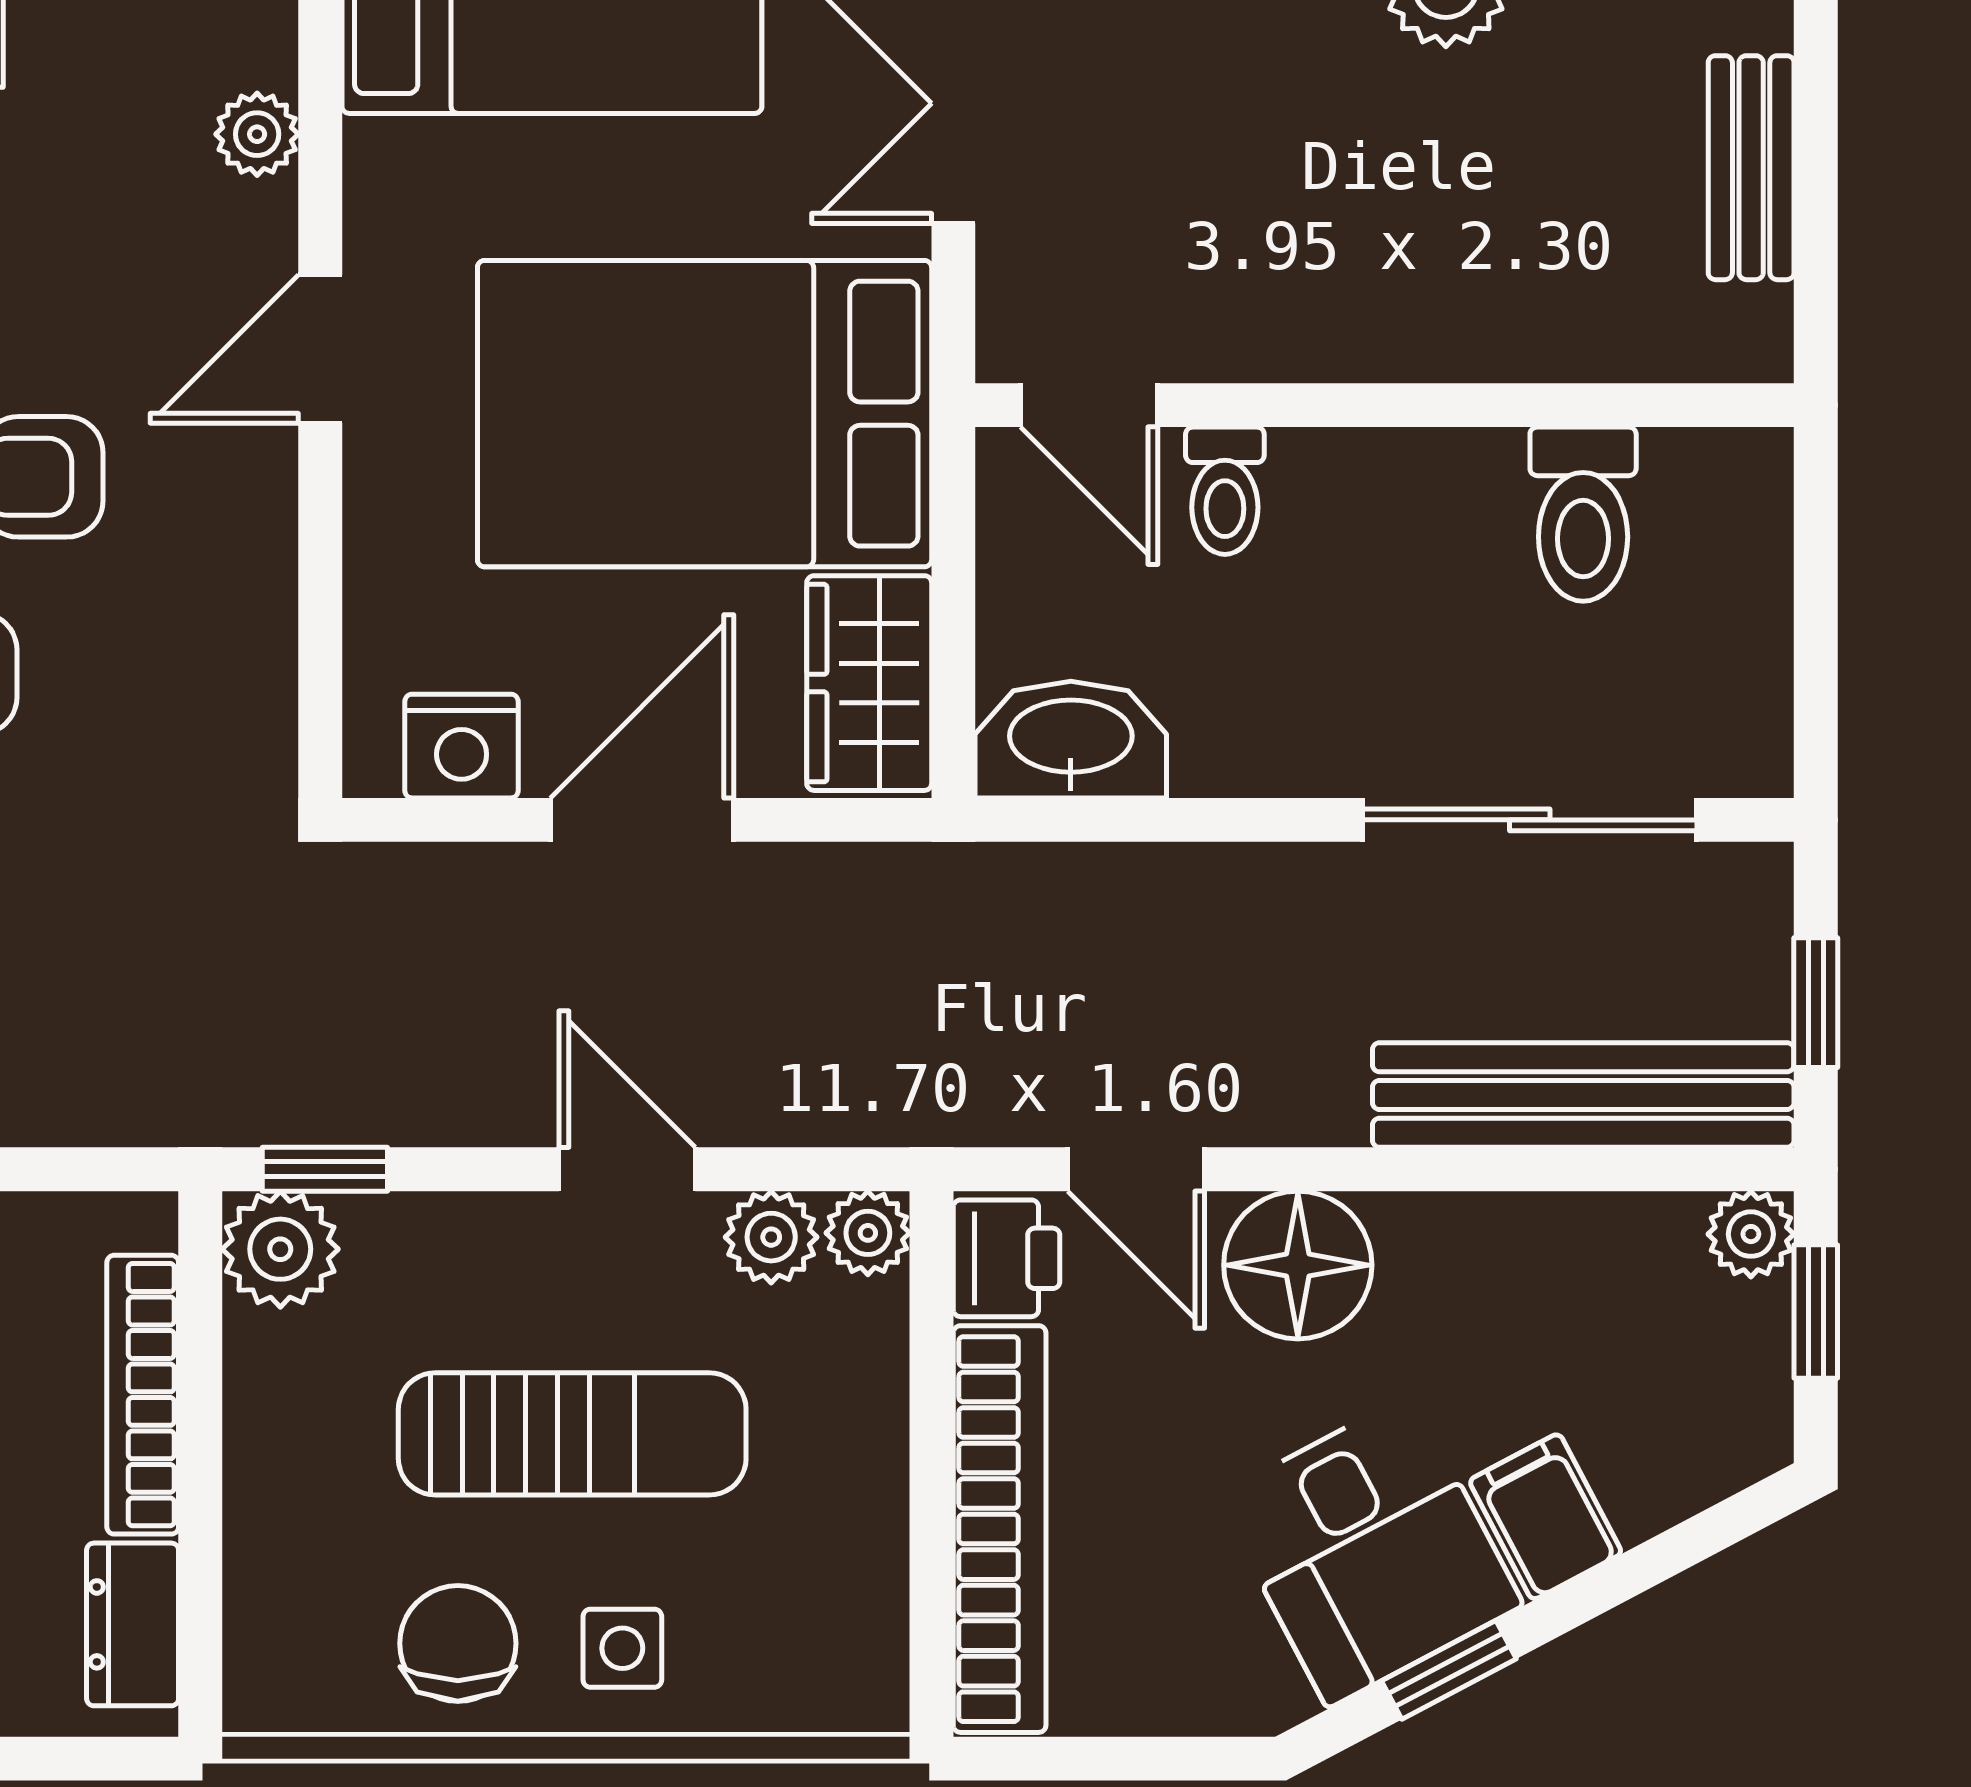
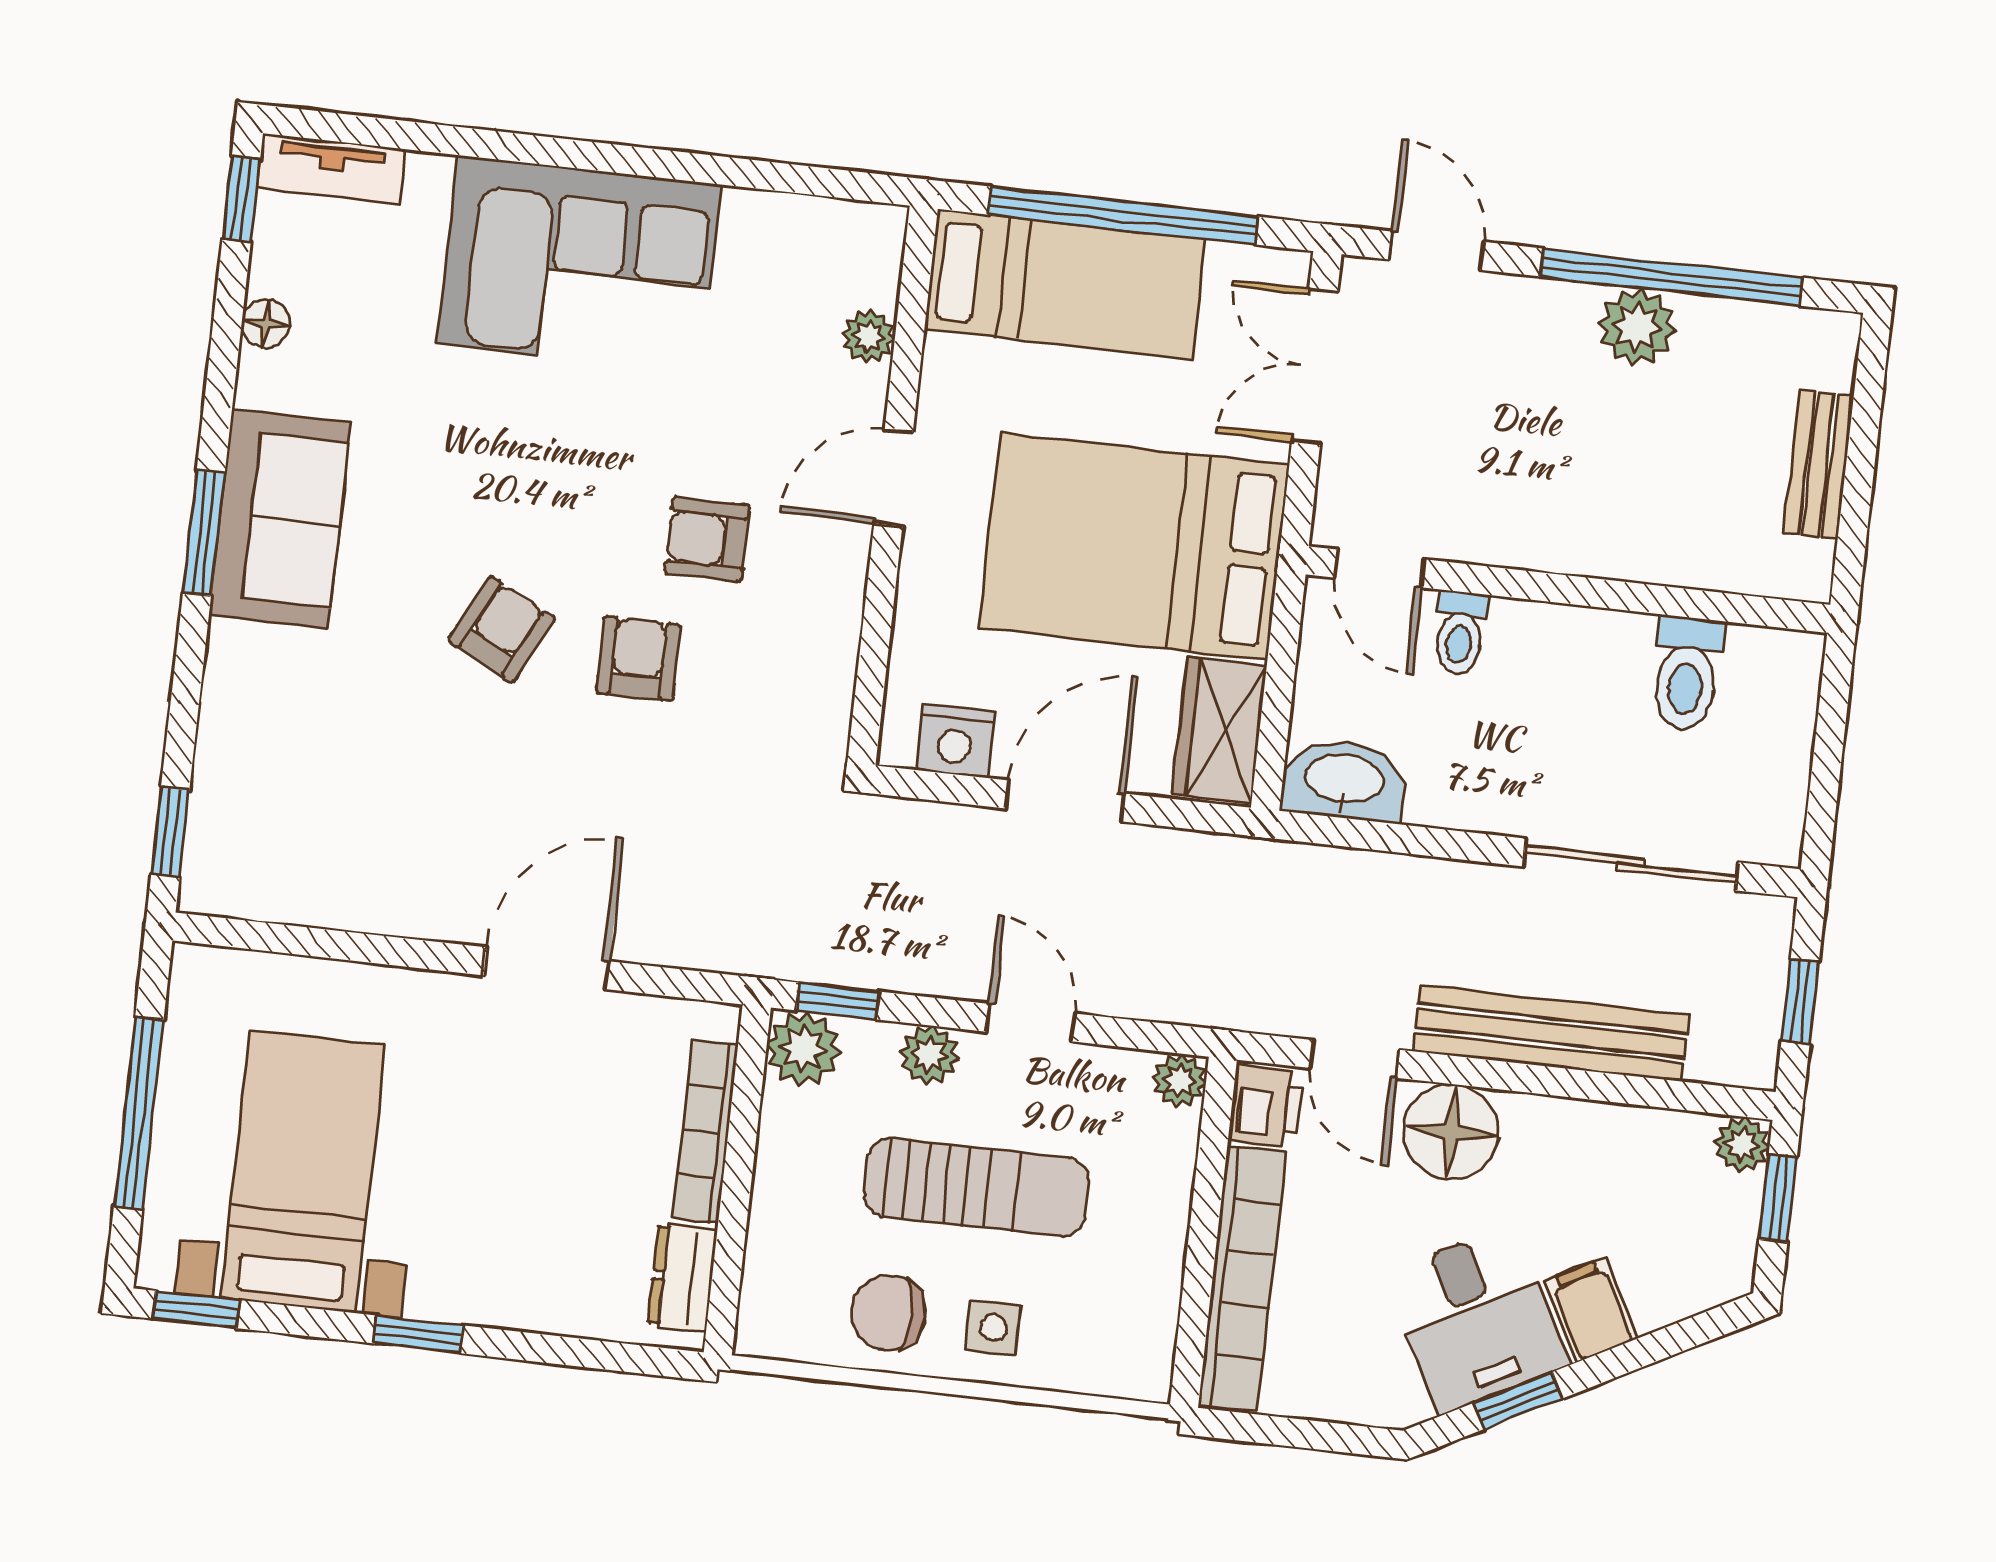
bench: (1583, 1095) -> (1551, 1033), moved
plant: (771, 1237) -> (929, 1055), moved
chair: (458, 1643) -> (889, 1313), turned -90

